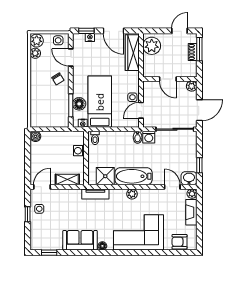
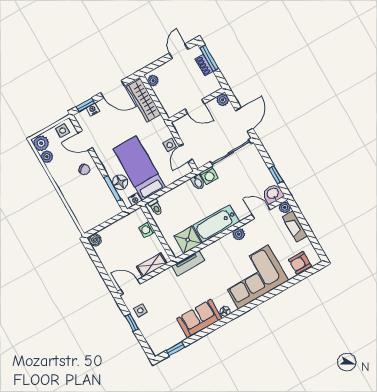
plant: (152, 46) -> (153, 81), width x0.53, depth x0.53
door: (42, 187) -> (130, 287), hinge flipped
plant: (132, 194) -> (239, 234), moved

